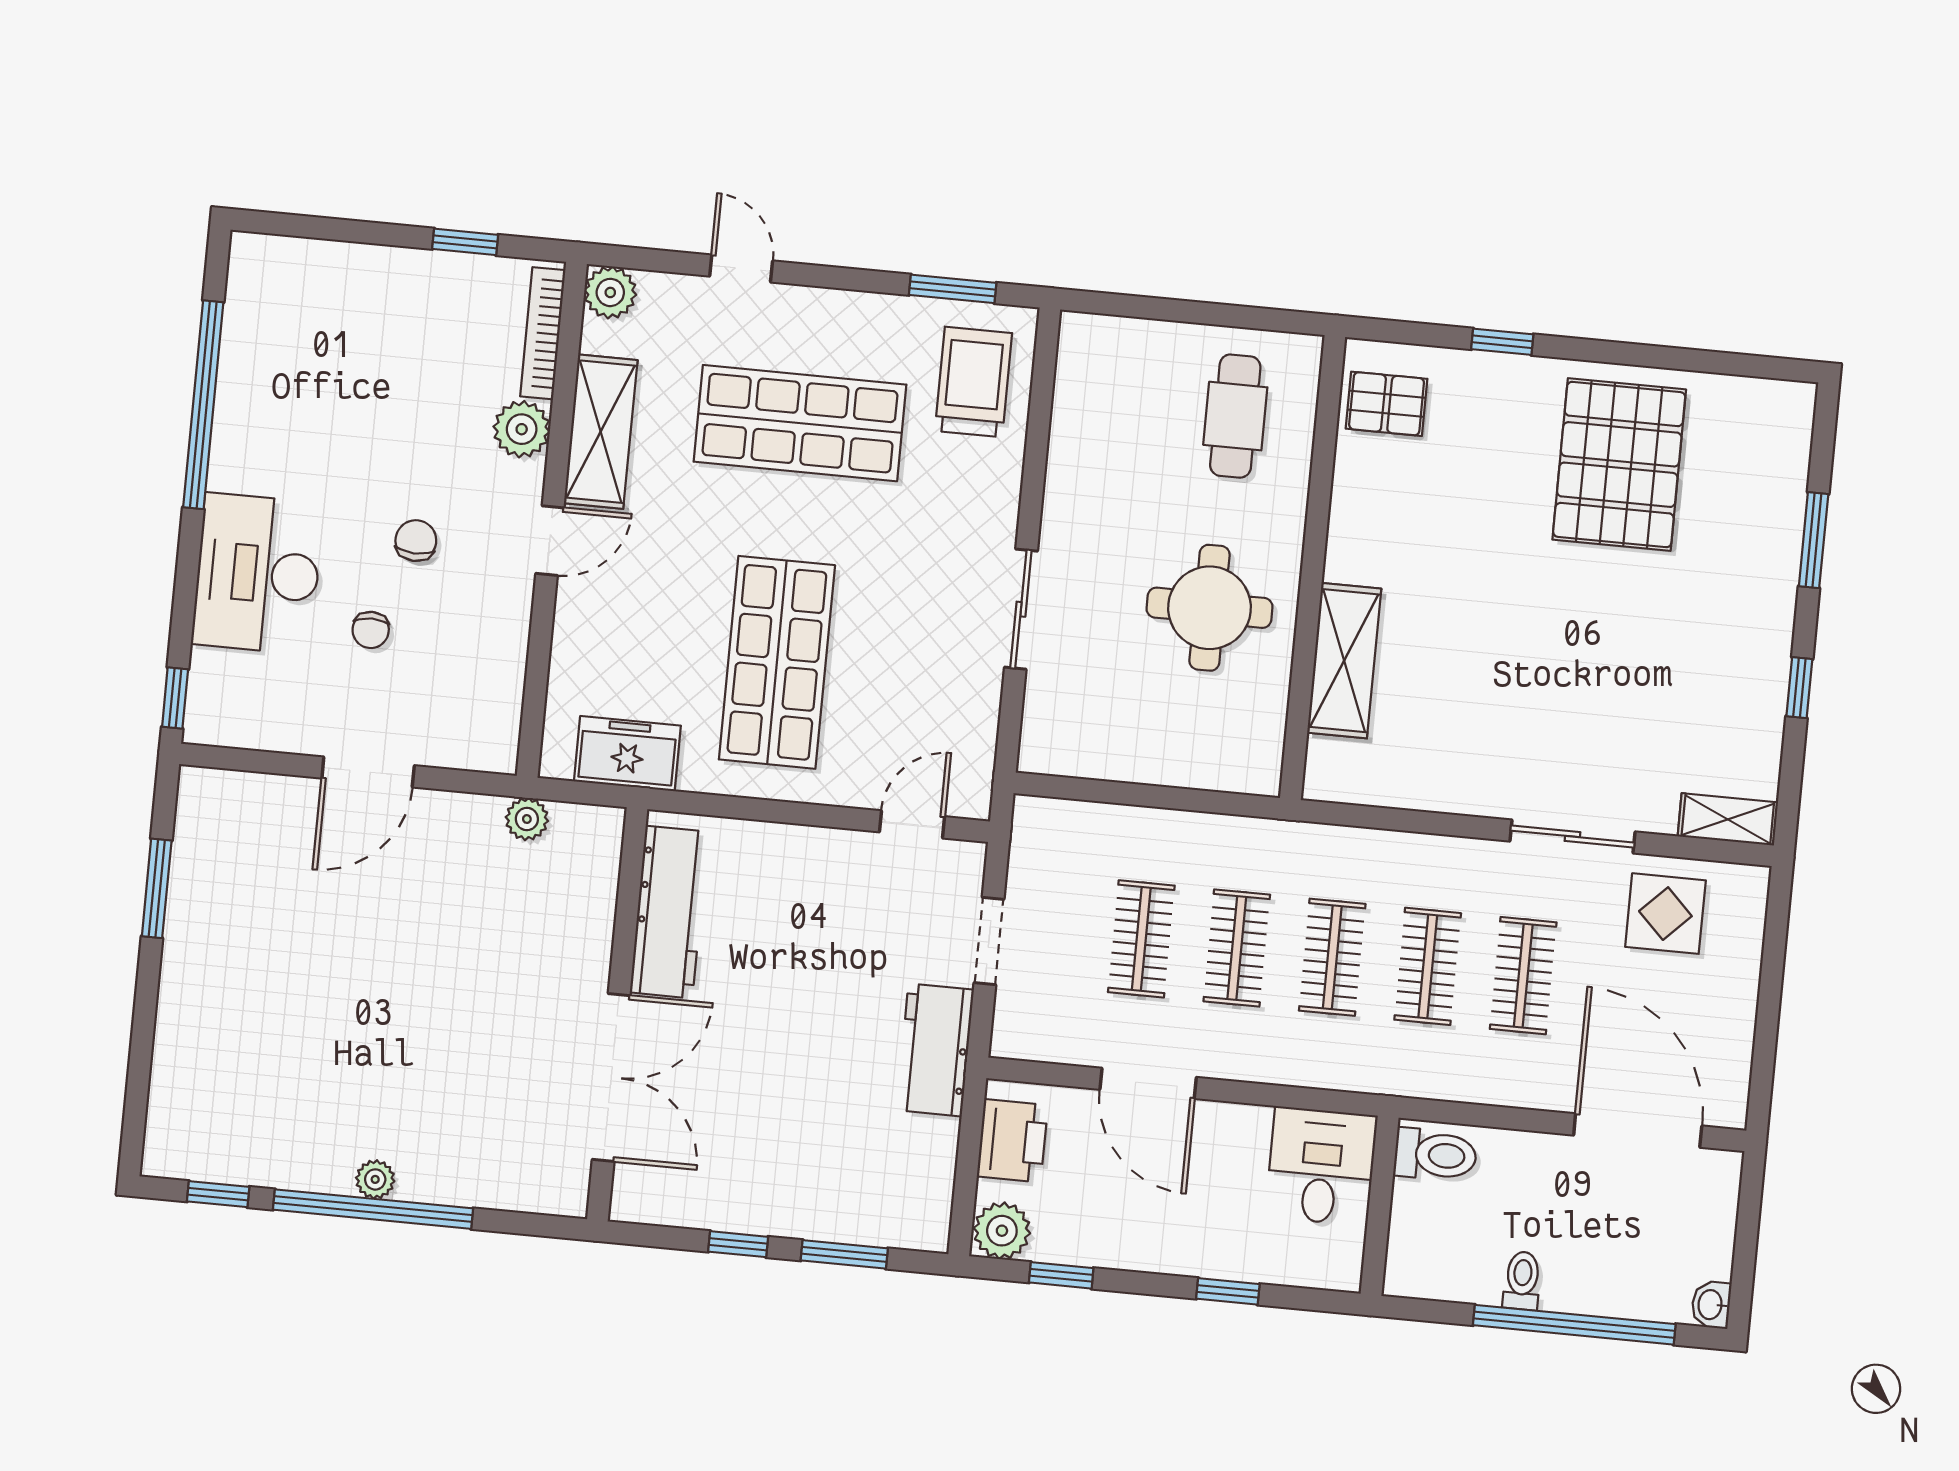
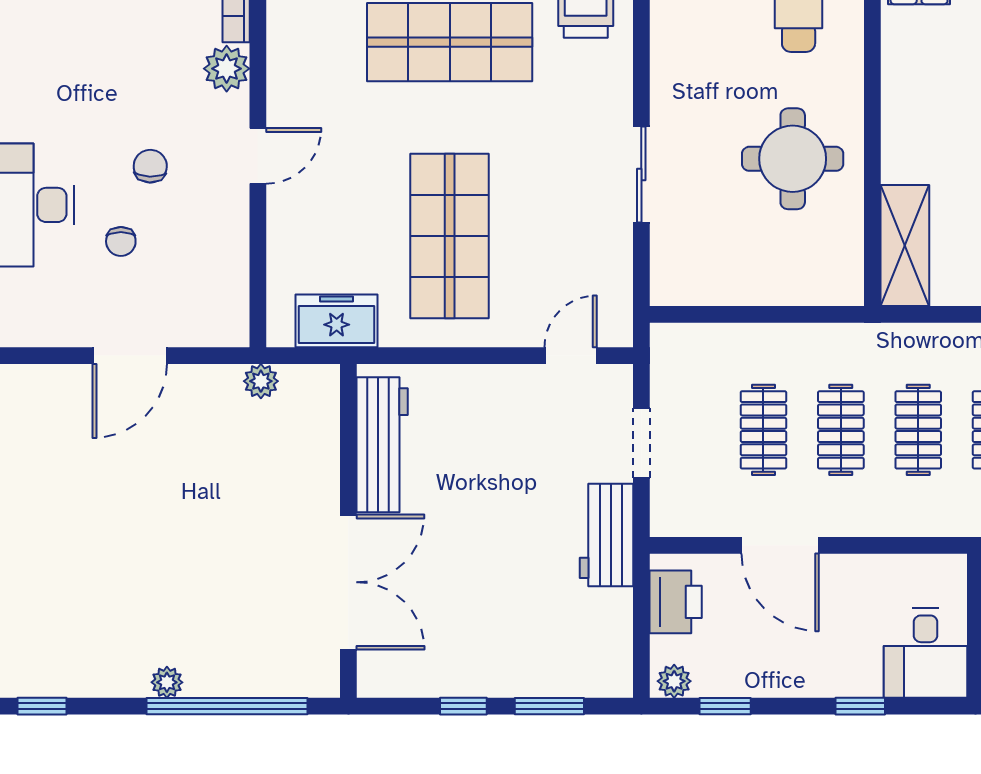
shelving: (601, 432) -> (290, 64), removed
shelving: (1344, 661) -> (905, 245), moved
desk: (1321, 1166) -> (926, 653), moved, turned 180
window: (373, 1209) -> (227, 706), moved
plant: (1002, 1231) -> (674, 681), width x0.73, depth x0.73

